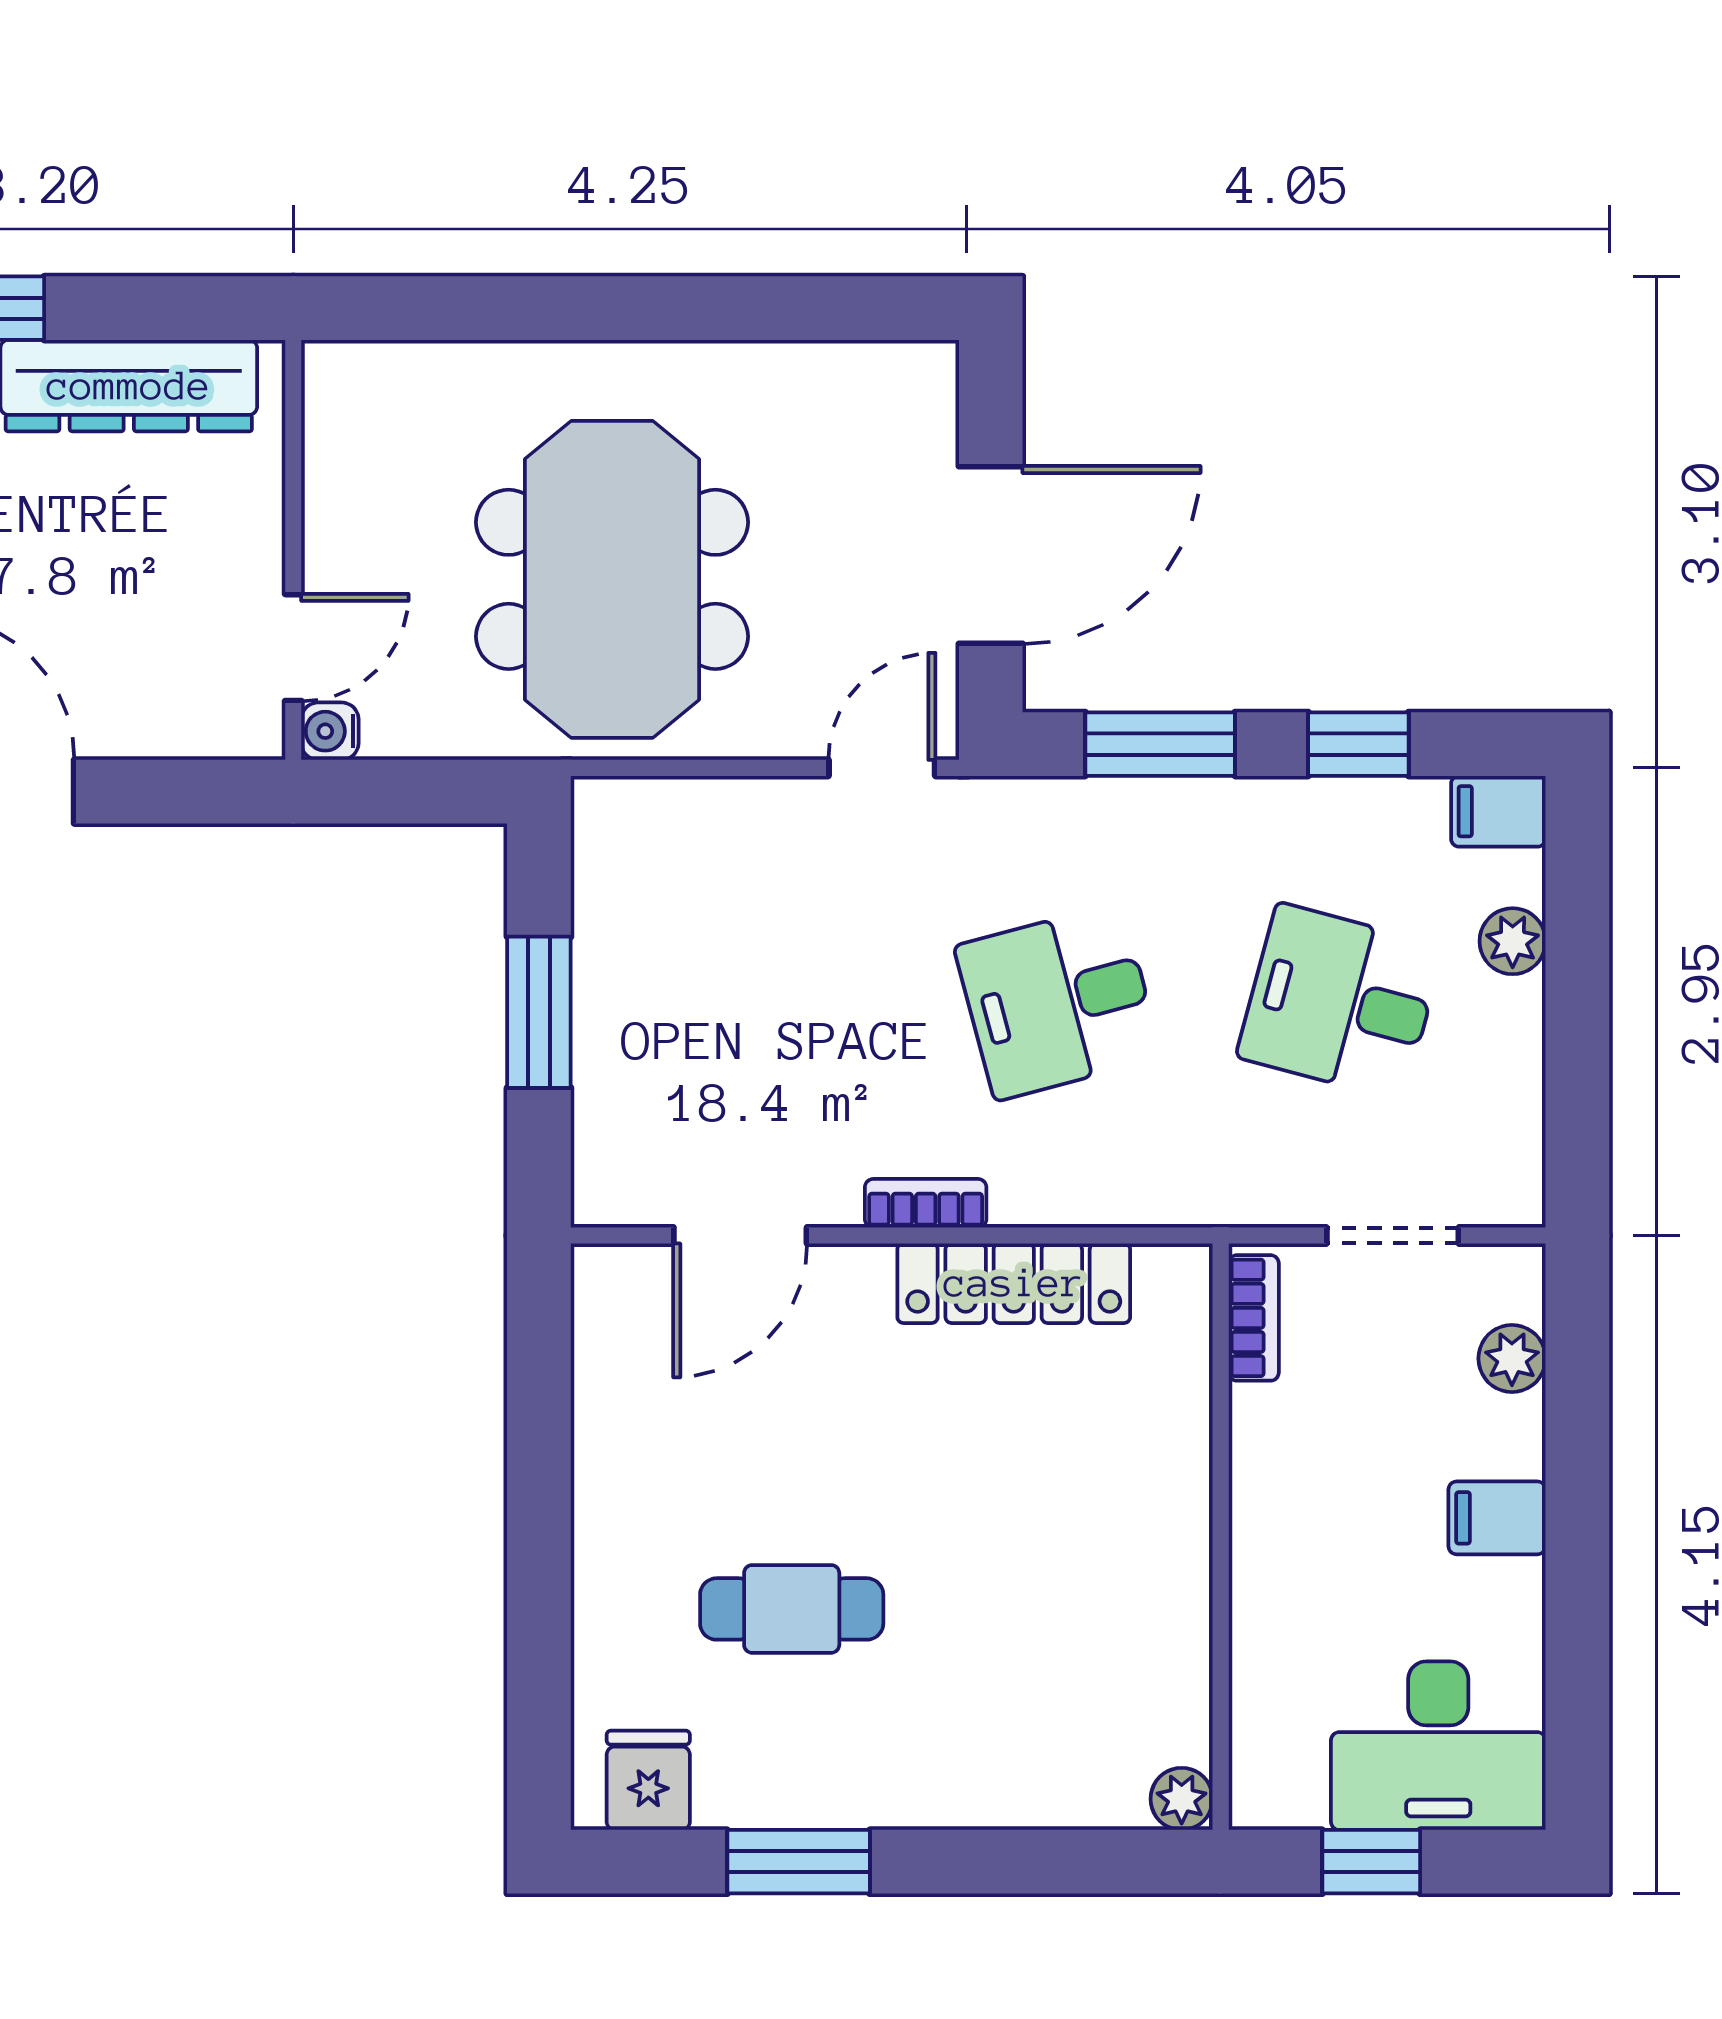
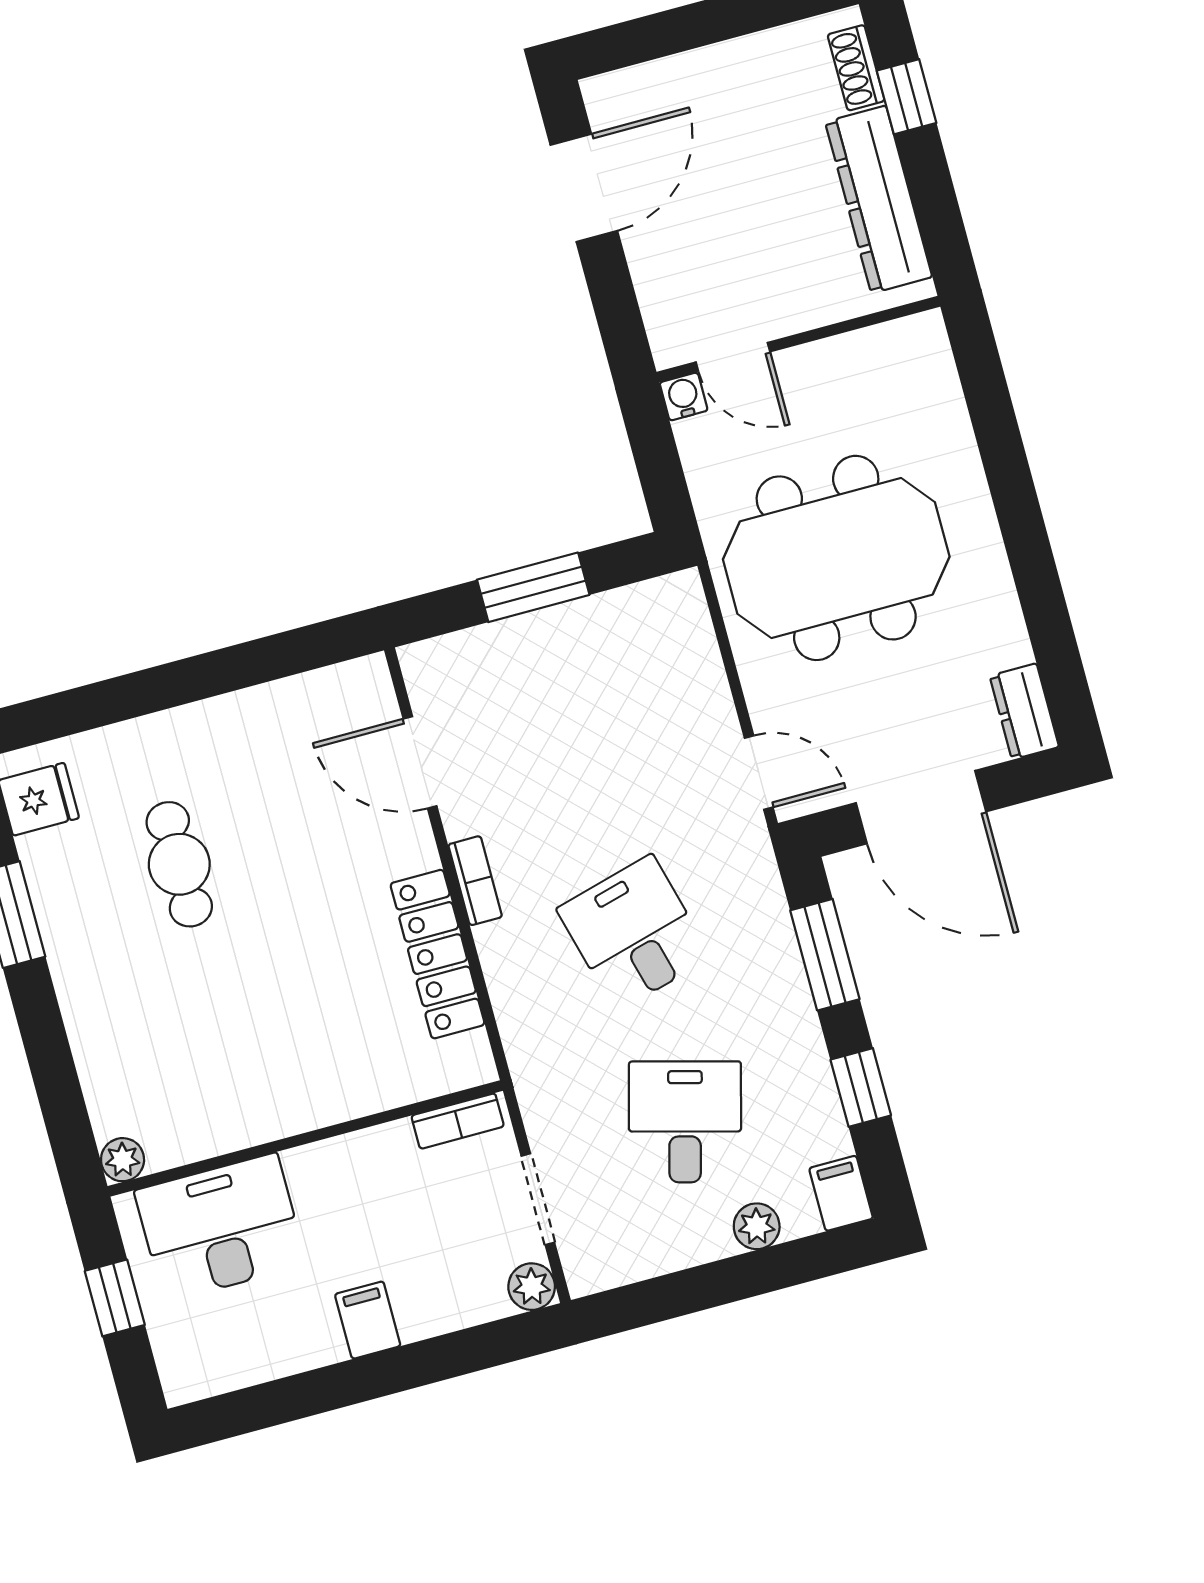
dresser: (896, 375) -> (1024, 711), added
plant: (1512, 1358) -> (532, 1287), moved
desk: (1438, 1746) -> (220, 1228), moved, turned 90

